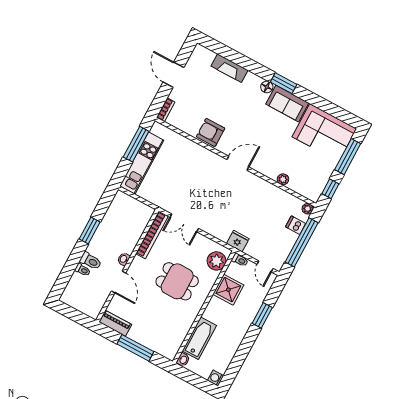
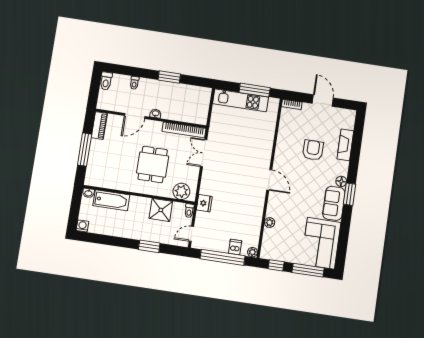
door: (173, 75) -> (323, 101), hinge flipped
armchair: (211, 132) -> (313, 150), moved
toilet: (91, 261) -> (106, 81), moved

